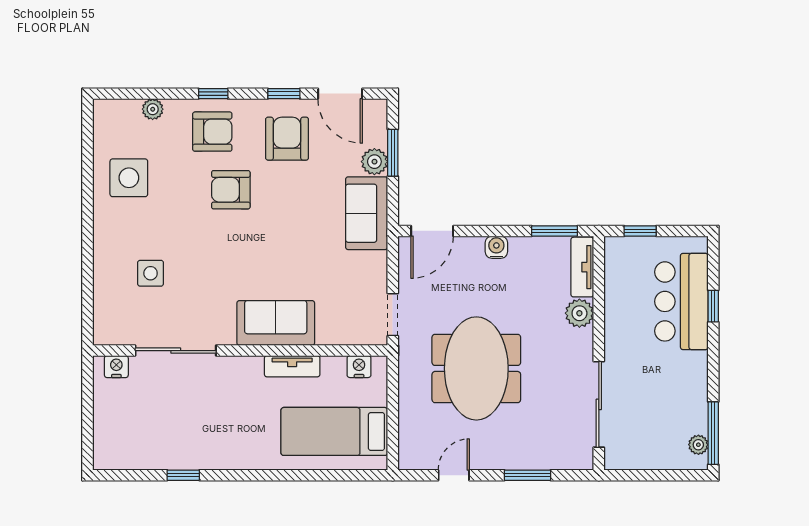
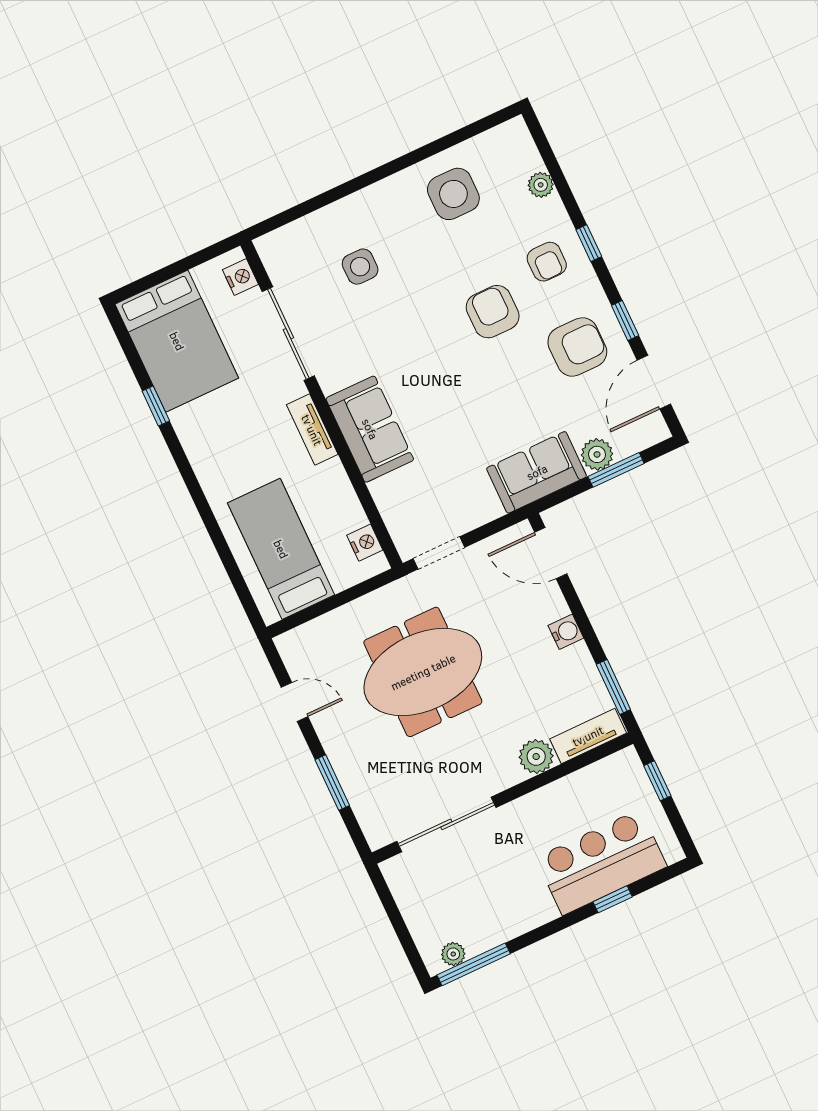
armchair: (212, 132) -> (547, 262), width x0.72, depth x0.72
tv unit: (292, 366) -> (312, 430), moved
bed: (142, 437) -> (177, 341), added

